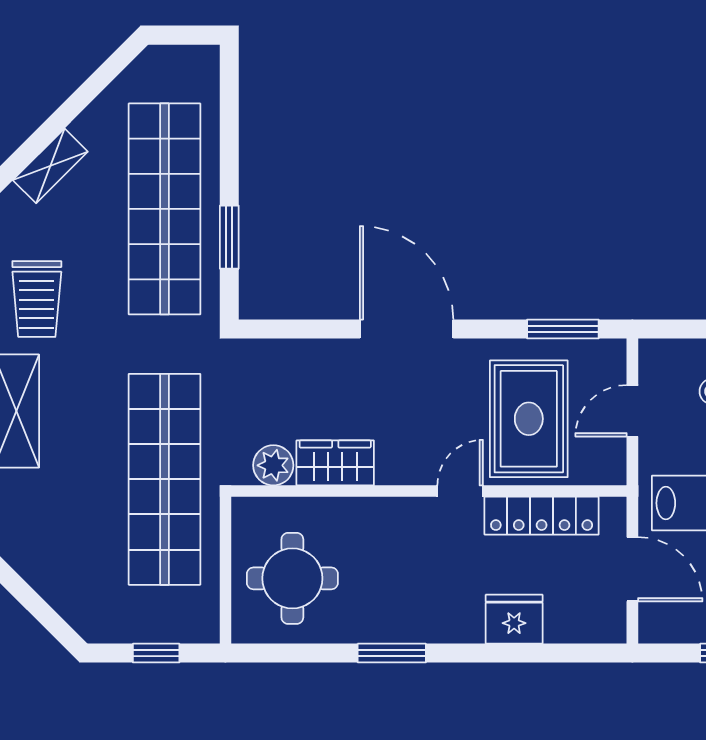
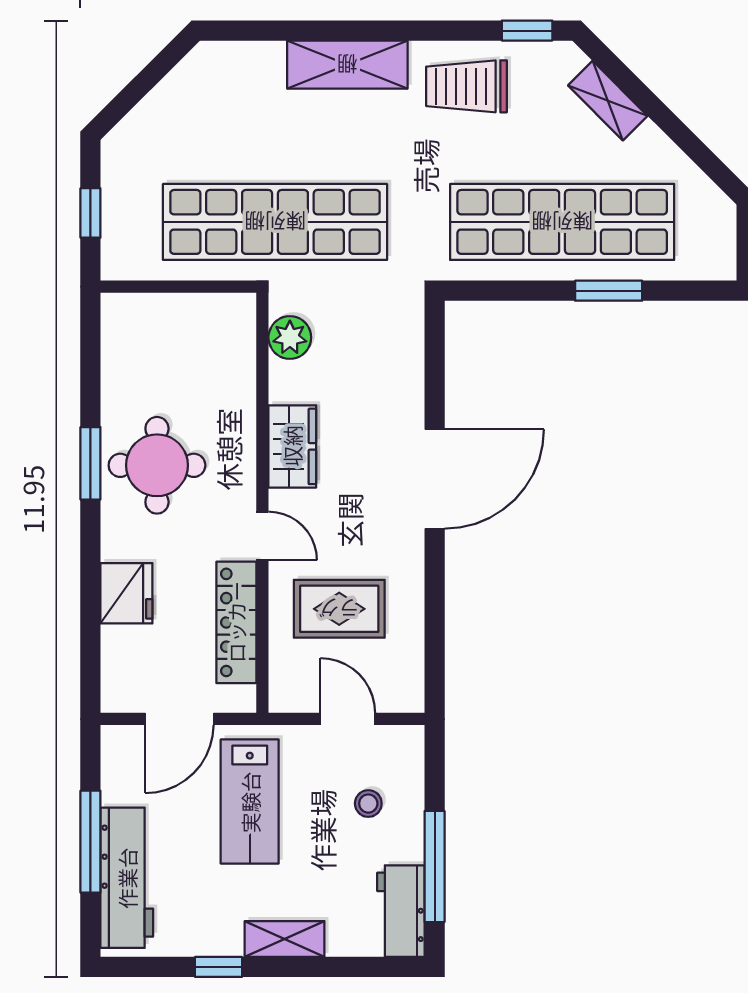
window: (229, 237) -> (609, 291), moved
window: (563, 329) -> (435, 645), removed
rug: (529, 419) -> (339, 609), width x0.73, depth x0.70
wardrobe: (335, 463) -> (292, 446), moved
round table: (292, 578) -> (157, 465), moved

